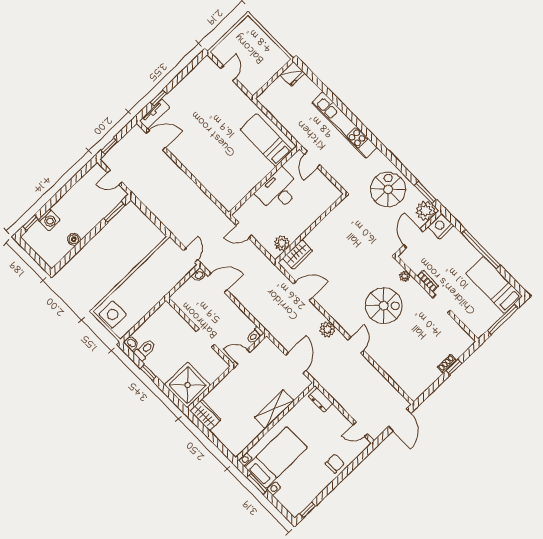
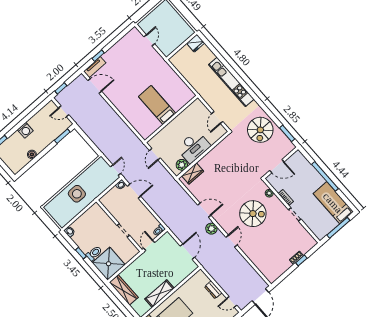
bed: (266, 140) -> (157, 105), moved
door: (312, 159) -> (217, 118), moved
spiral stairs: (388, 189) -> (260, 130), turned 180
desk: (278, 191) -> (194, 147), moved, turned 180
plant: (426, 211) -> (287, 147), removed
washing machine: (49, 220) -> (25, 130), moved
nightstand: (441, 226) -> (297, 158), removed
door: (244, 230) -> (155, 154), hinge flipped
door: (413, 238) -> (277, 166), swing flipped
door: (303, 291) -> (204, 210), moved
side table: (113, 314) -> (77, 194), moved
toilet: (145, 350) -> (94, 253), moved
door: (242, 357) -> (149, 245), hinge flipped
dresser: (321, 400) -> (213, 290), moved
shelving: (274, 409) -> (160, 294), moved
wardrobe: (205, 415) -> (124, 290), width x1.50

